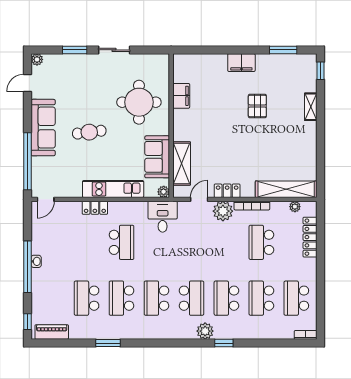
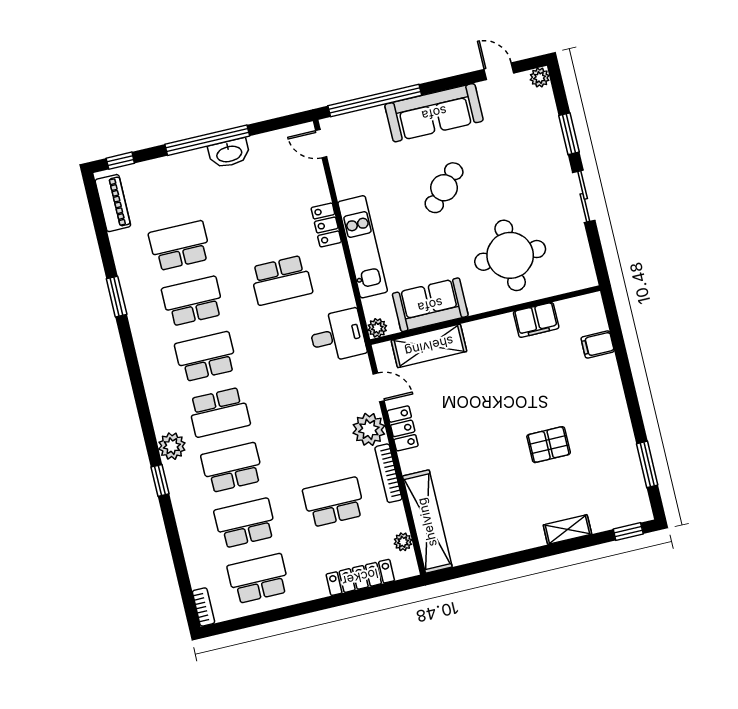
filing cabinet: (241, 63) -> (598, 344), moved, width x0.50
cafe table: (89, 132) -> (444, 188), turned 51
washbasin: (36, 261) -> (229, 153), width x1.91, depth x1.45

